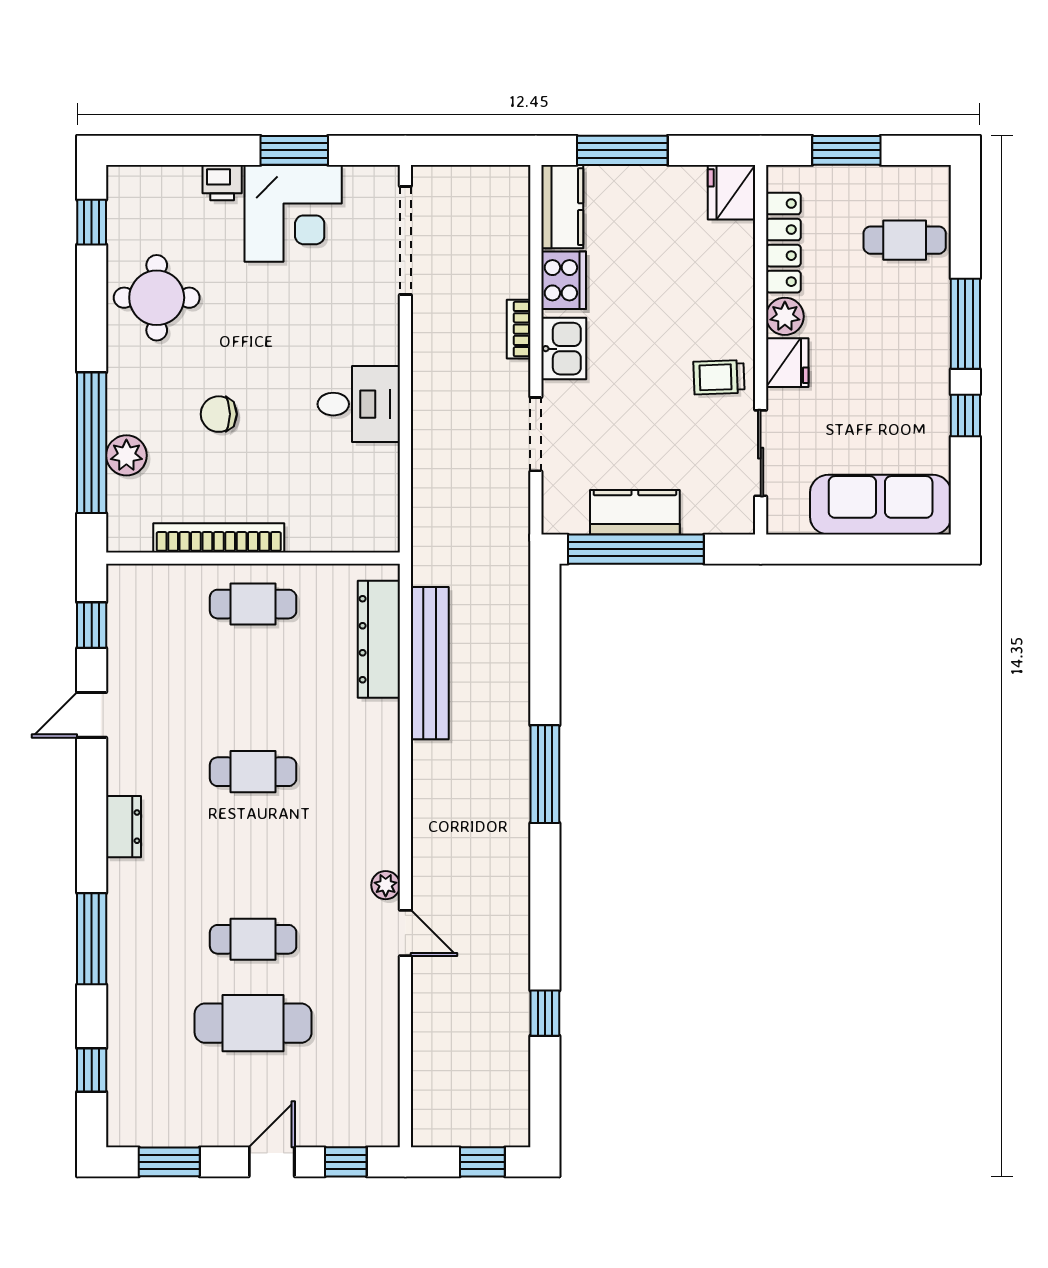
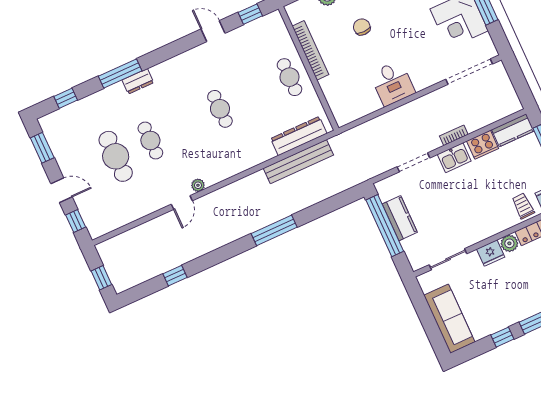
trolley: (719, 377) -> (523, 206), moved
dresser: (123, 827) -> (138, 81), moved

